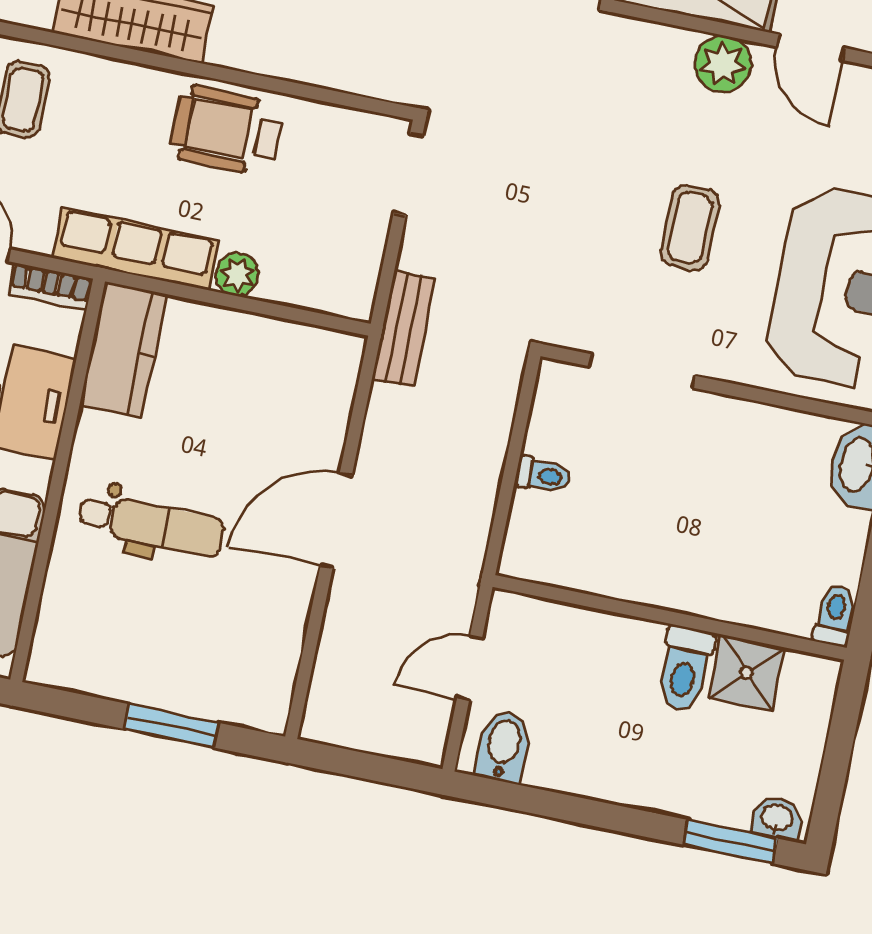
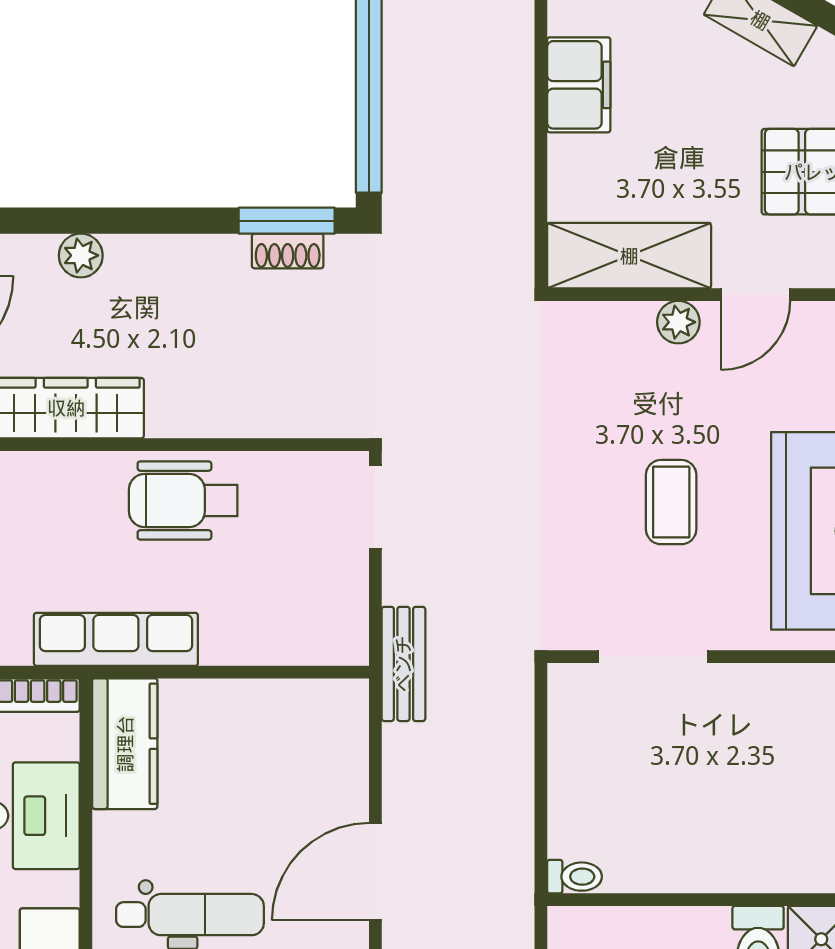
door: (811, 47) -> (756, 295), hinge flipped
plant: (723, 64) -> (678, 322), width x0.73, depth x0.73
plant: (237, 274) -> (224, 644), removed
toilet: (543, 475) -> (575, 877), moved

